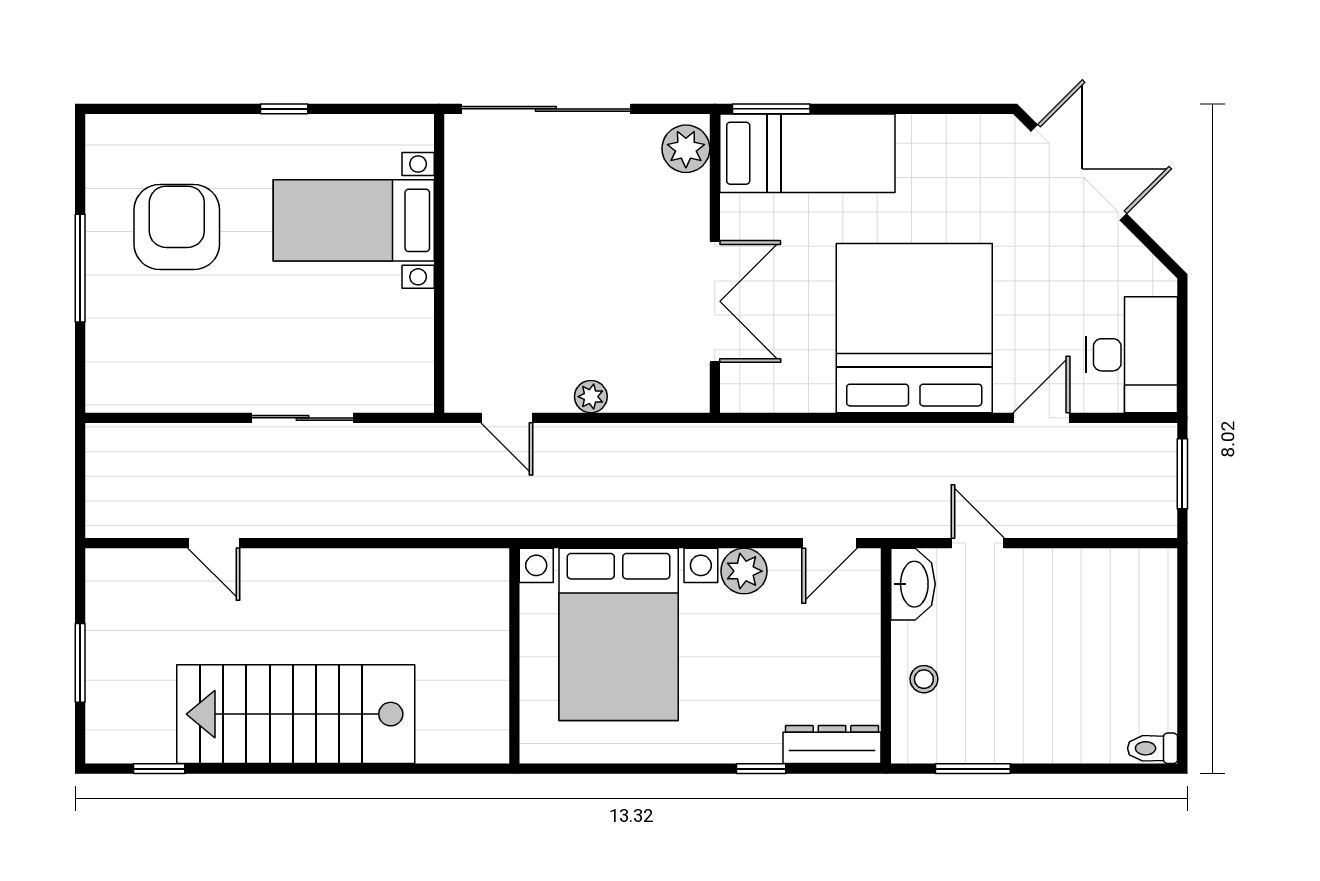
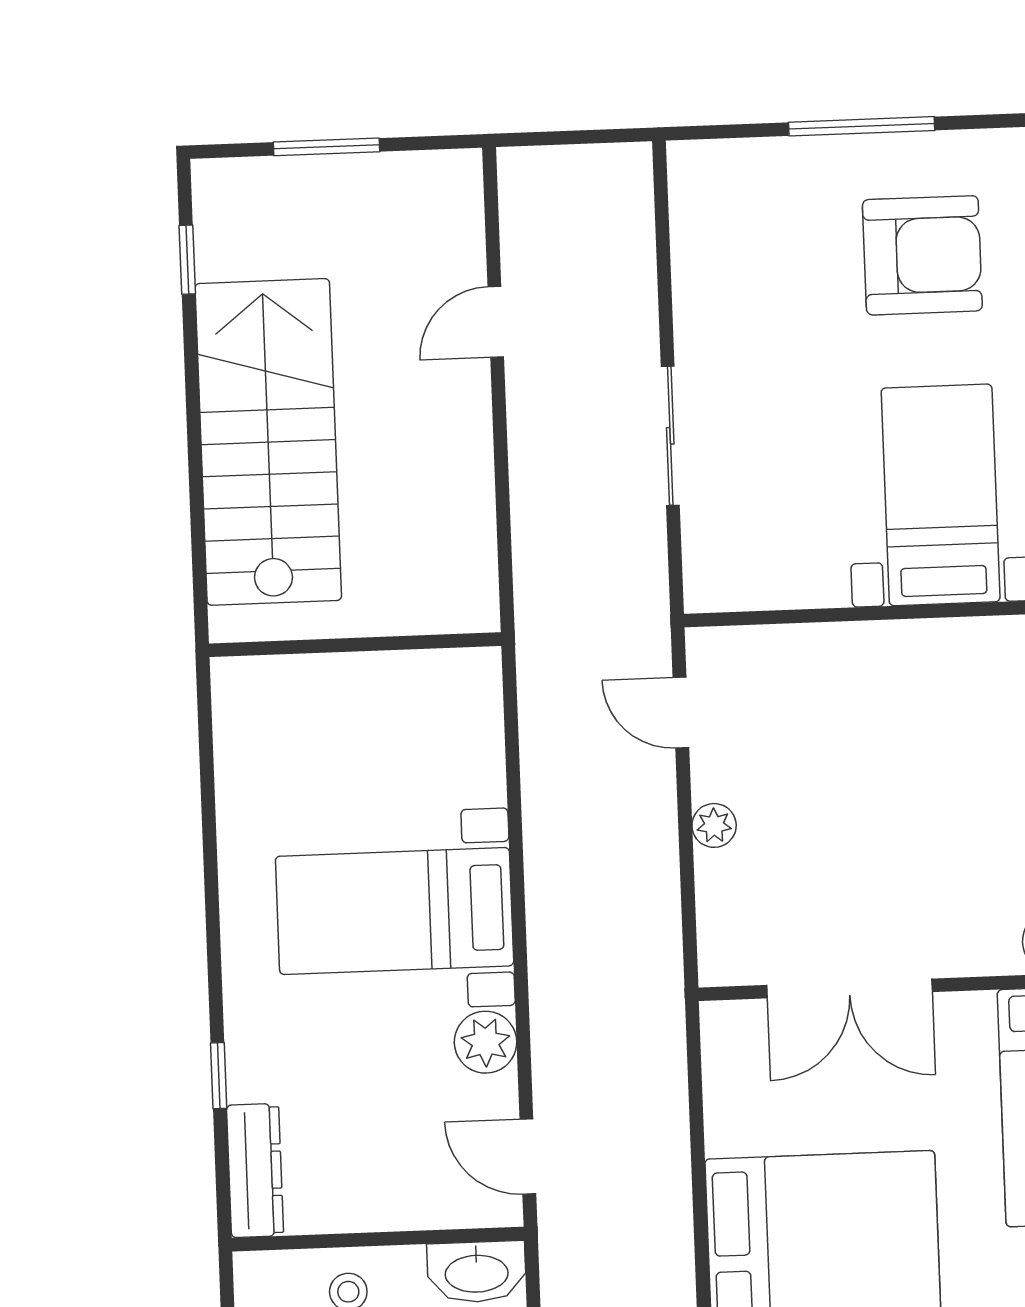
door: (507, 418) -> (681, 713), hinge flipped
bed with nightstands: (619, 634) -> (395, 911), width x0.73
wall: (514, 656) -> (355, 645), moved

